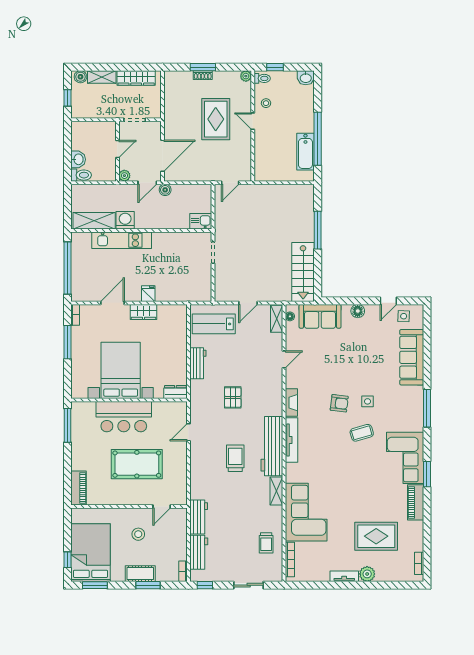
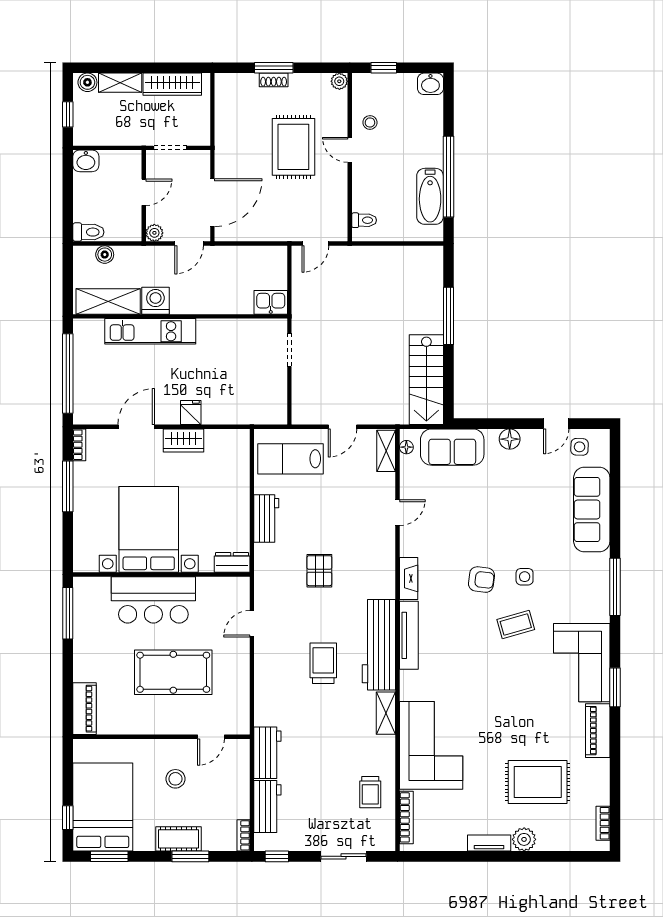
toilet: (262, 78) -> (364, 220), moved
washbasin: (78, 159) -> (86, 161), moved, turned 90
boiler: (165, 190) -> (105, 255), moved

